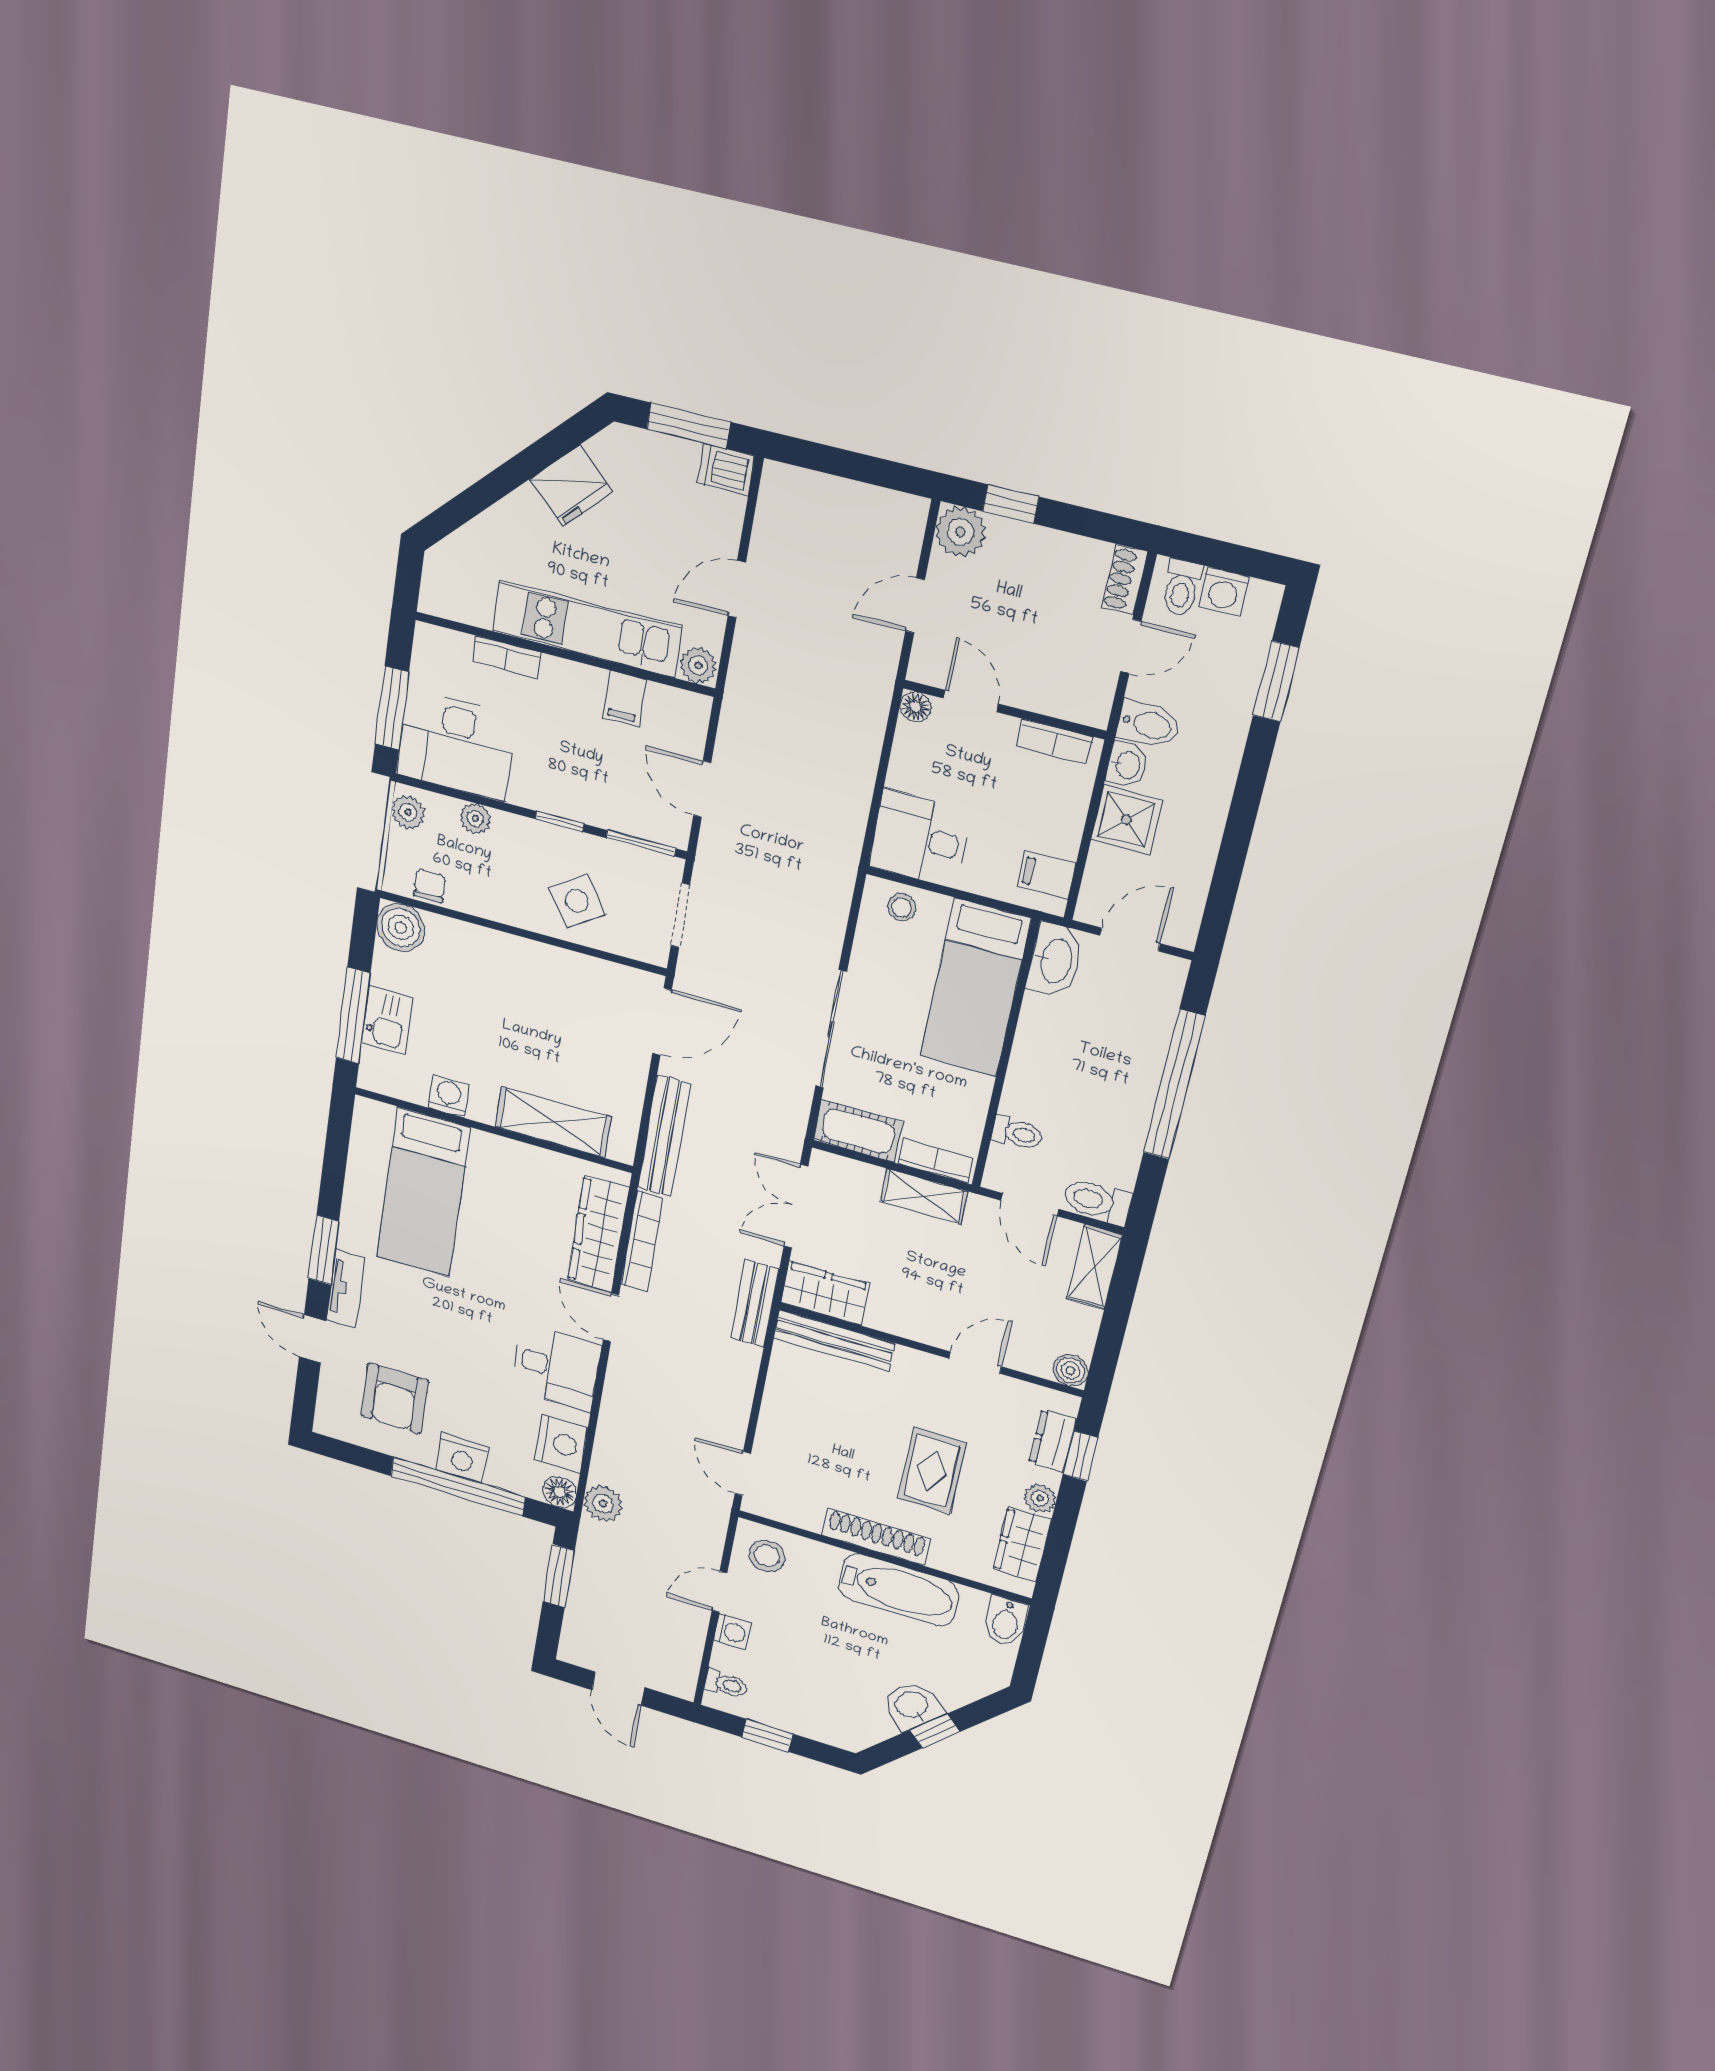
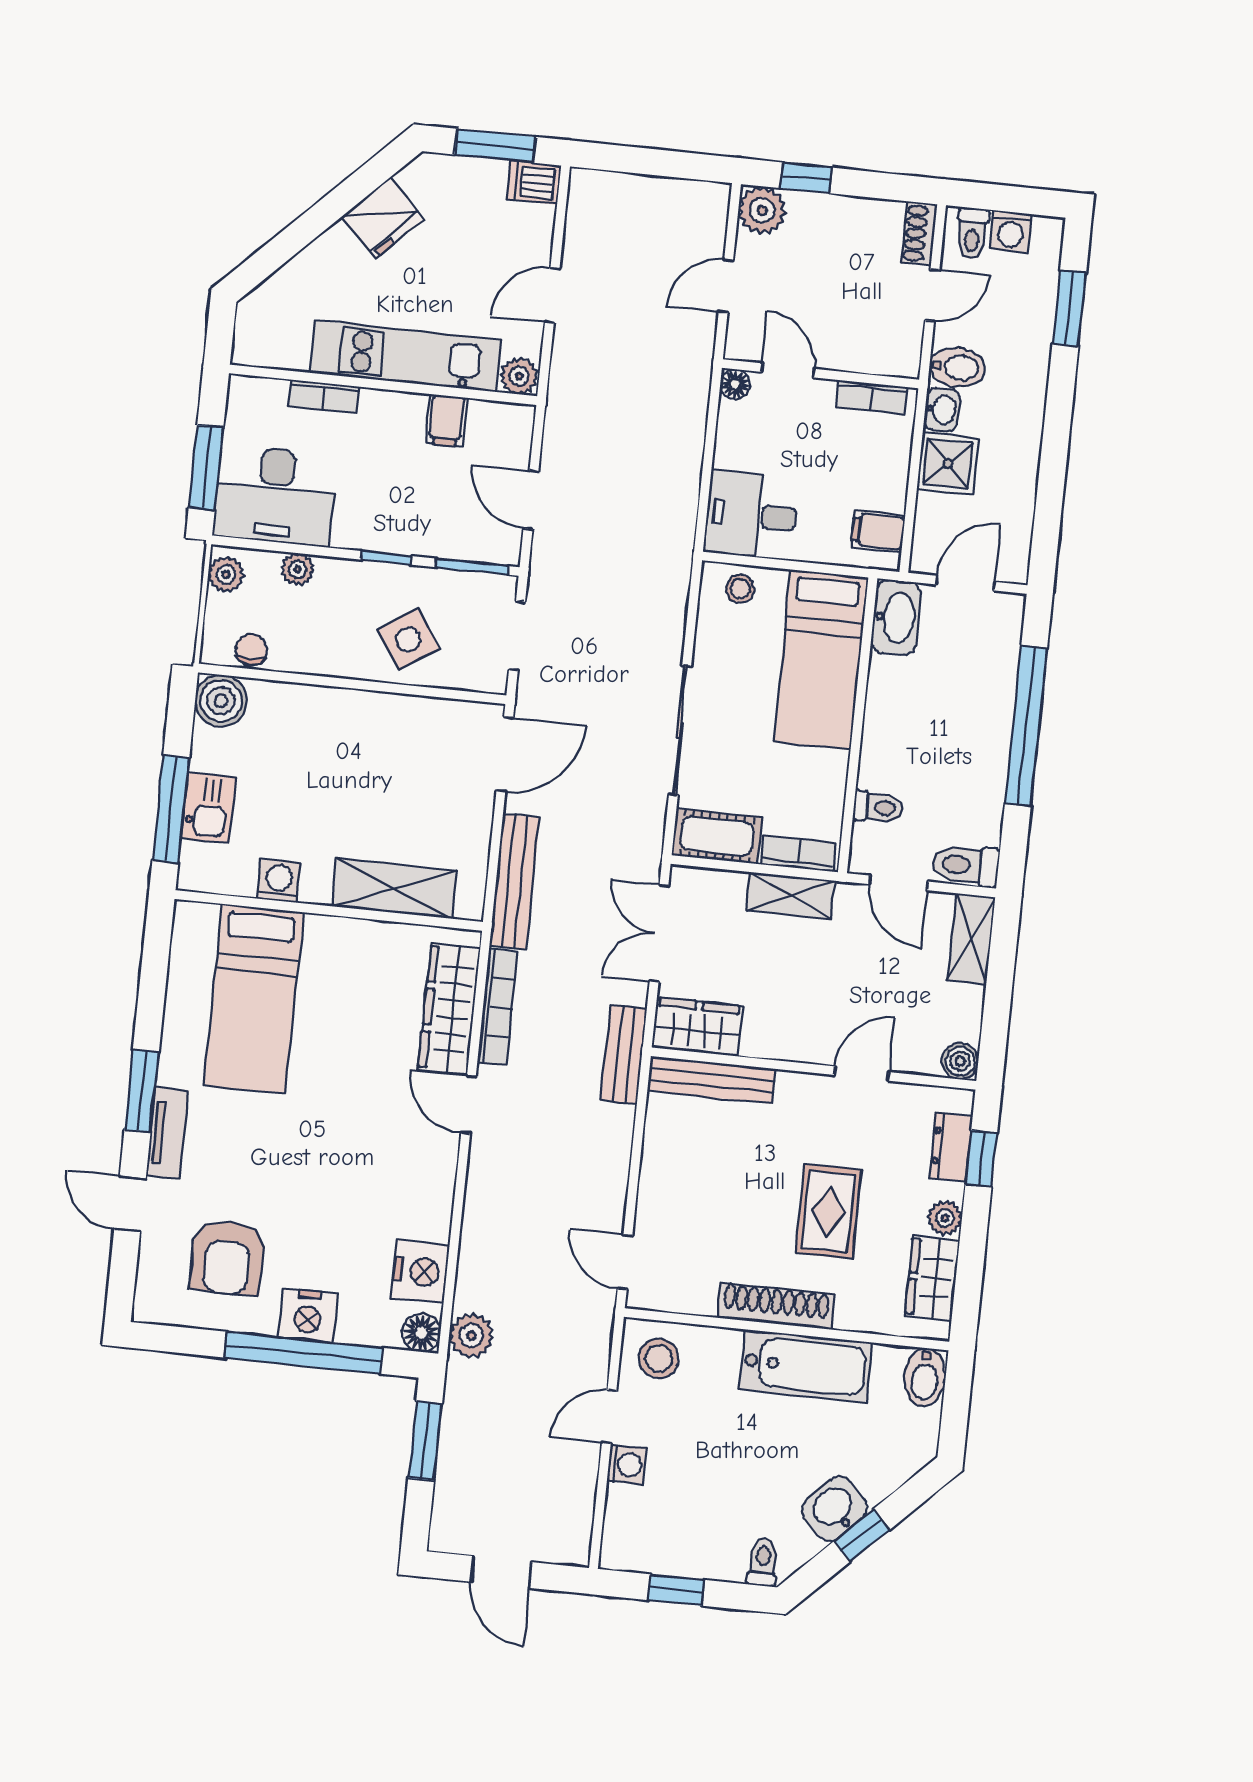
desk: (556, 1368) -> (411, 1178), removed
toilet: (726, 1684) -> (763, 1562), moved, turned -90

